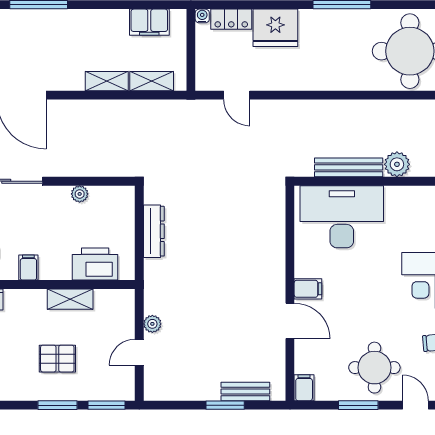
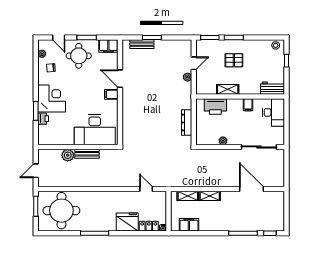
bench: (349, 167) -> (87, 154), width x0.73
filing cabinet: (304, 388) -> (108, 46), width x2.00

